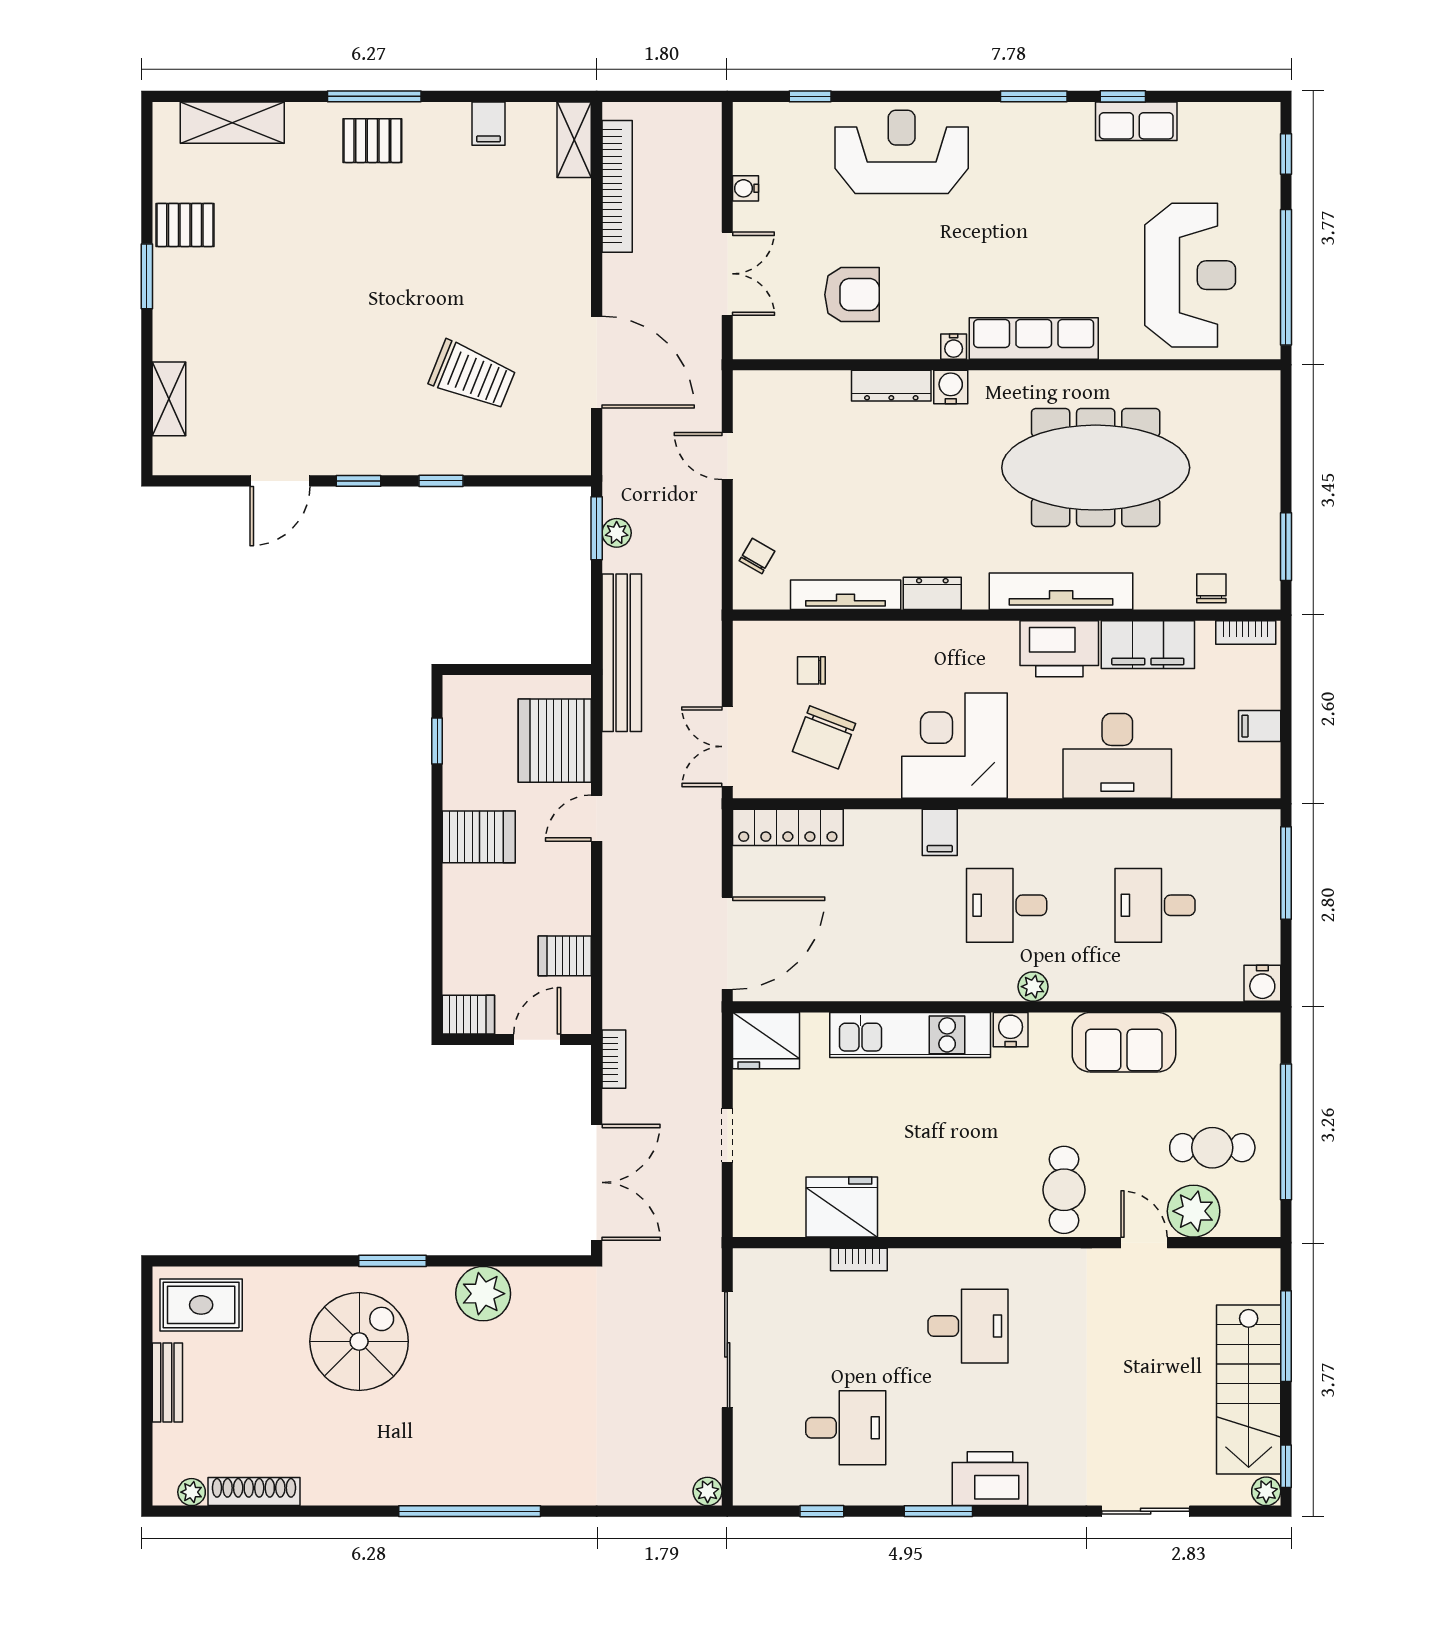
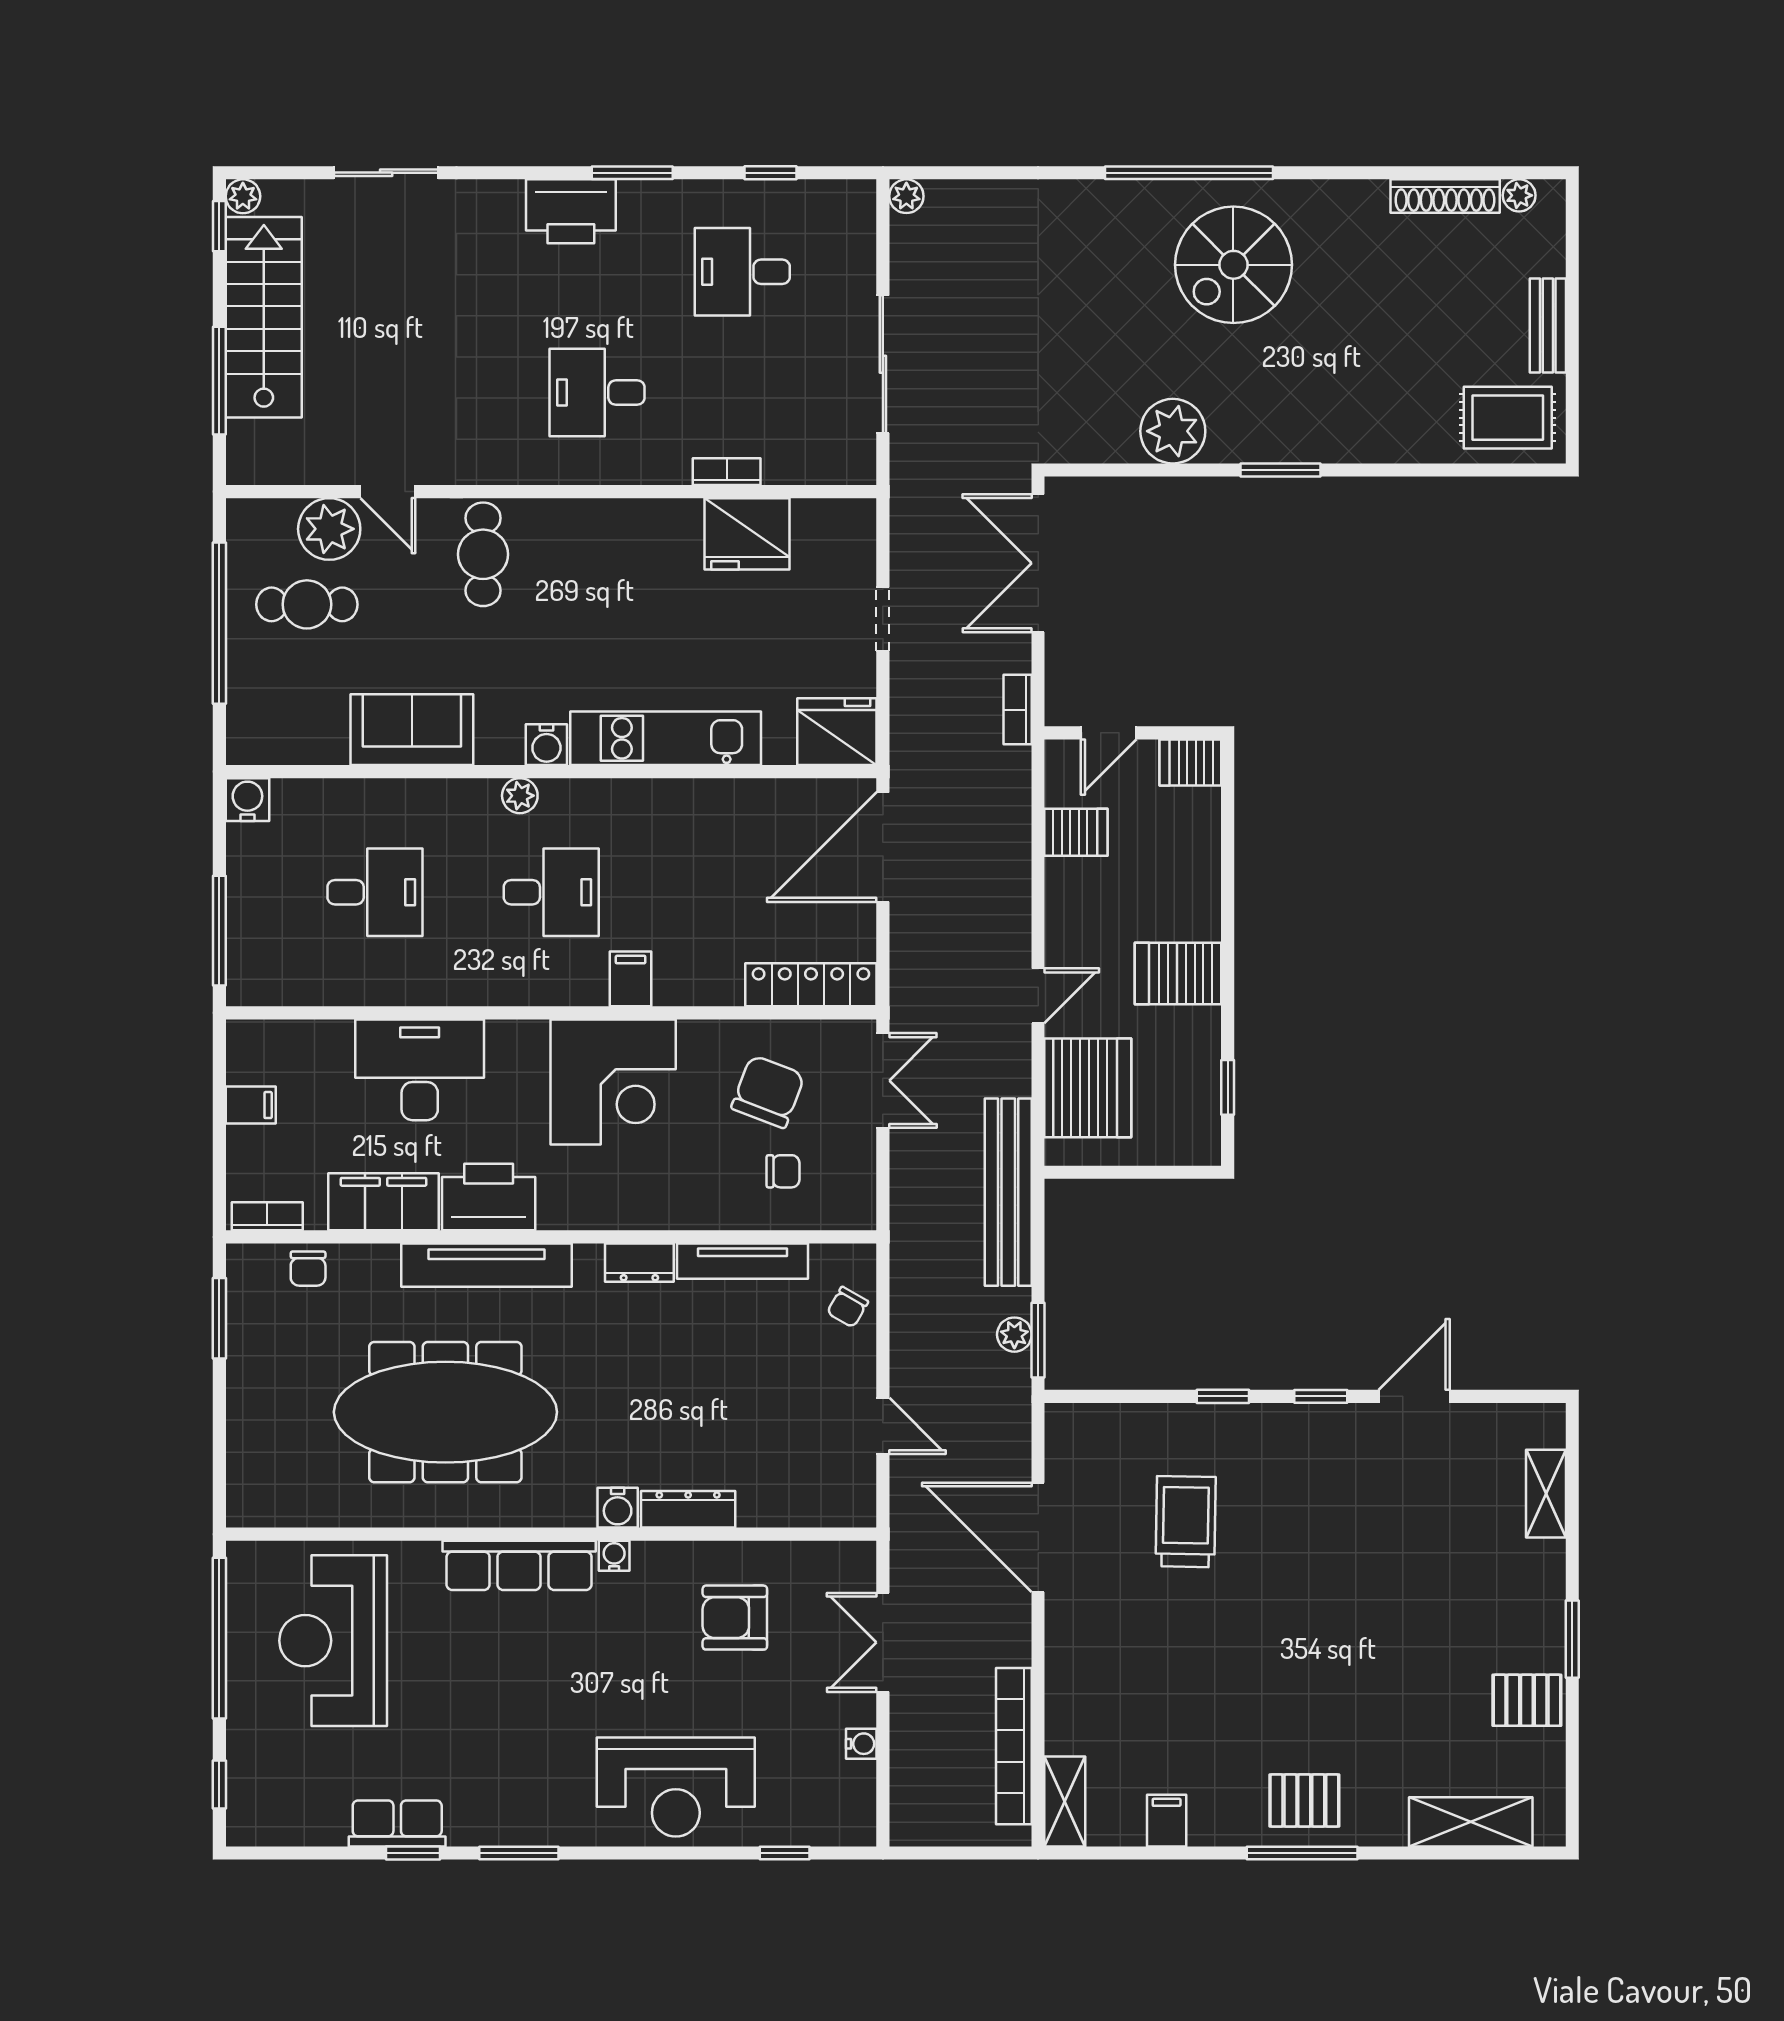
trolley: (472, 375) -> (1186, 1522), turned 69
spiral stairs: (359, 1341) -> (1233, 265), moved

